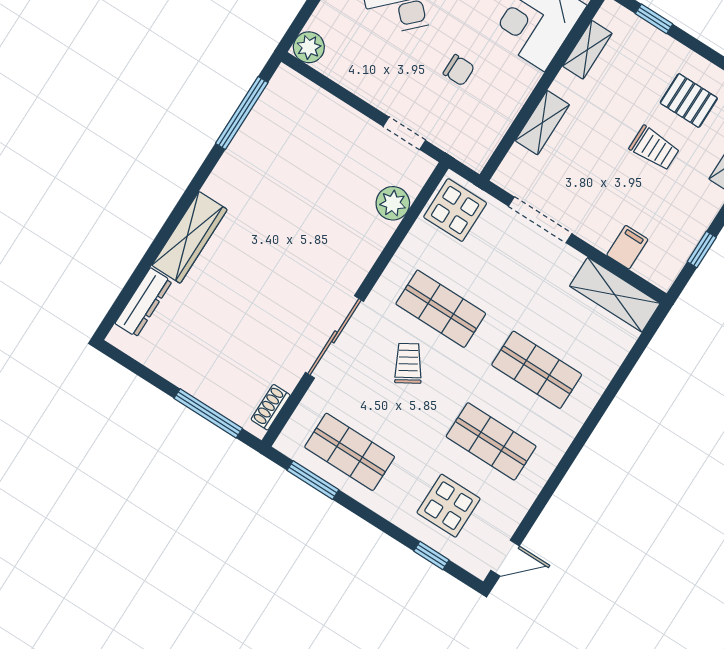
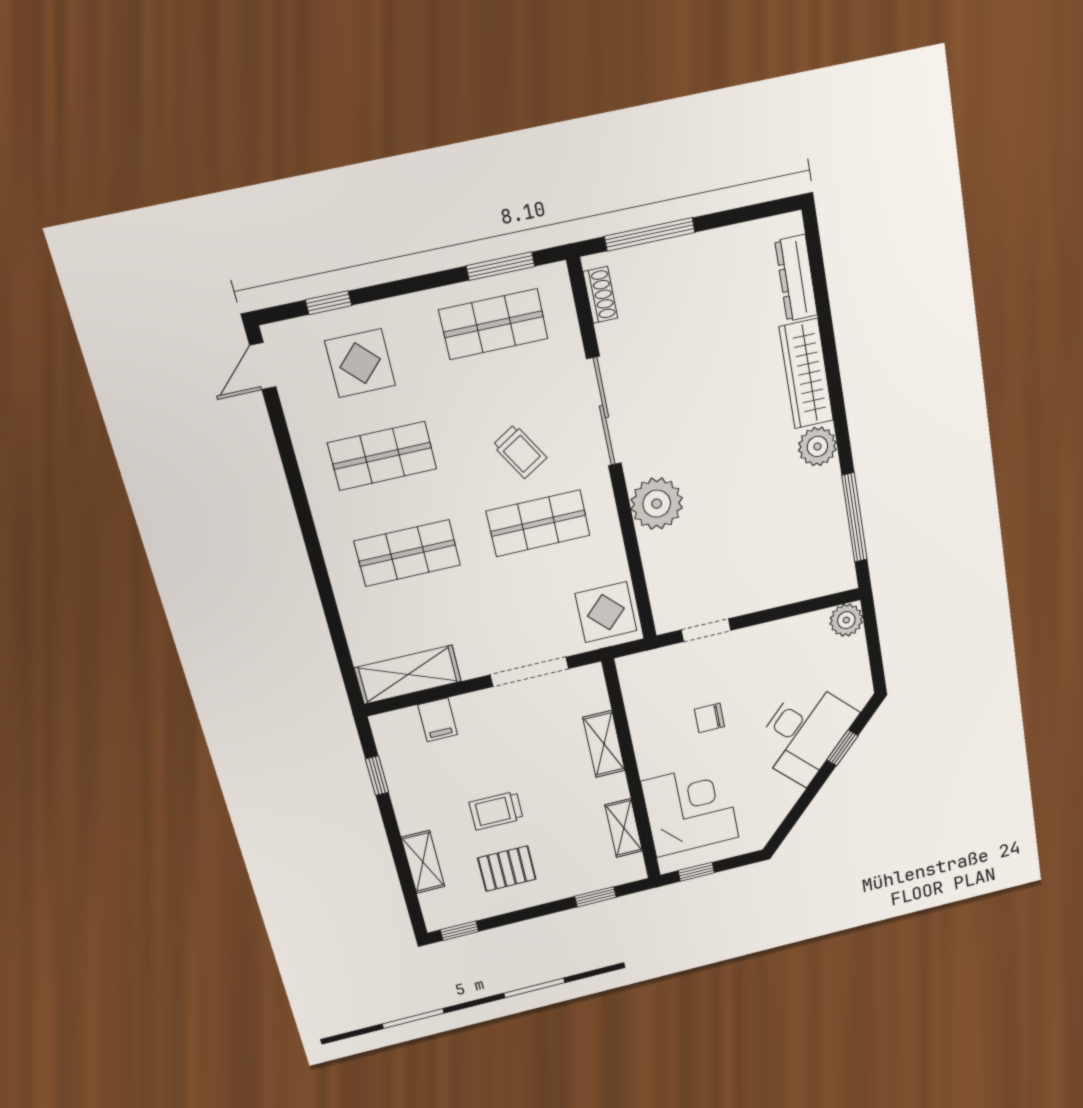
plant: (224, 184) -> (817, 446), added
plant: (393, 203) -> (657, 504), moved, width x1.36, depth x1.36

